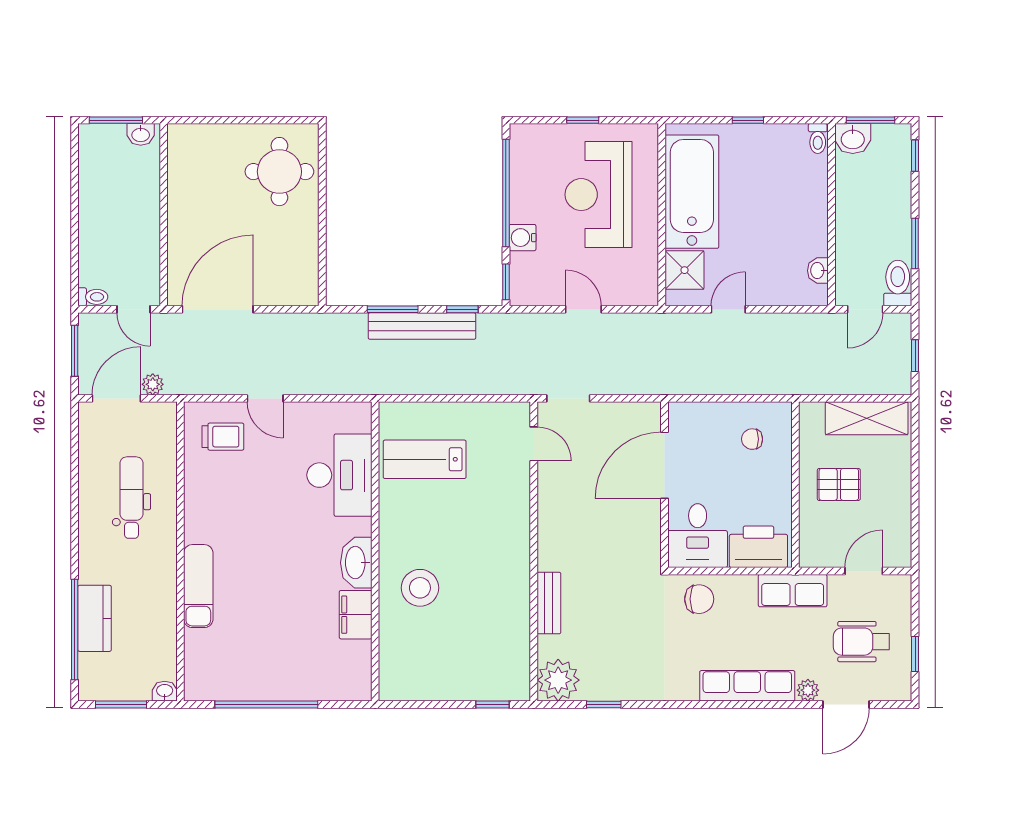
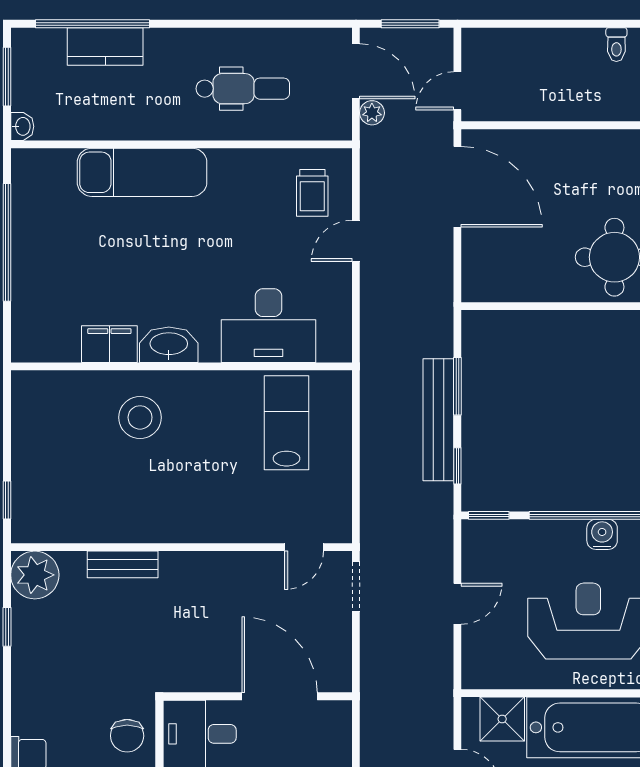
water cooler: (523, 238) -> (602, 534), moved
toilet: (93, 297) -> (616, 45), moved
exam couch: (198, 586) -> (142, 172), width x1.36, depth x1.45

